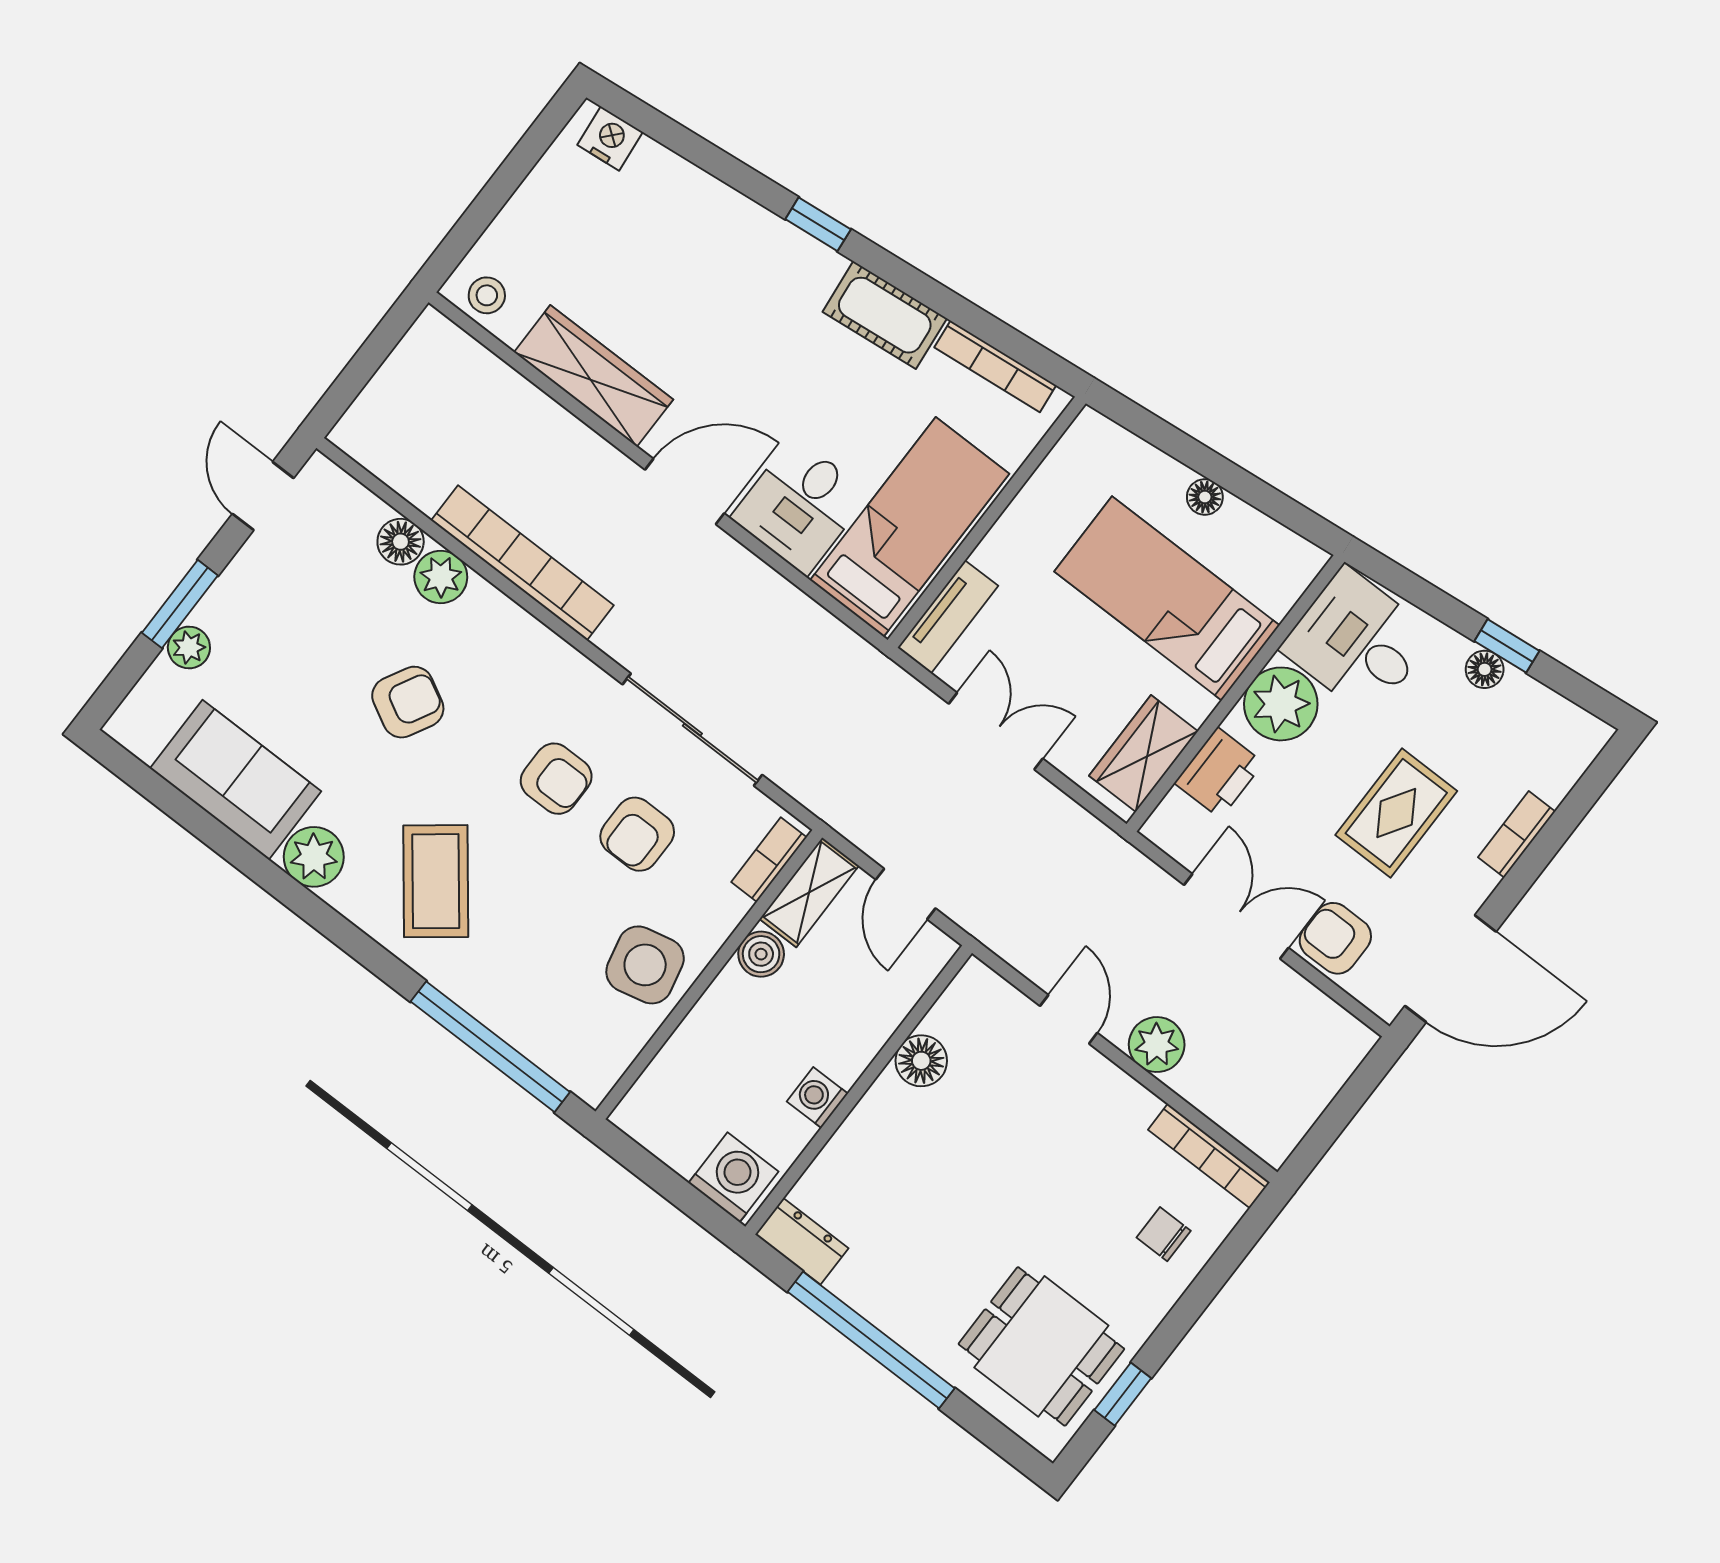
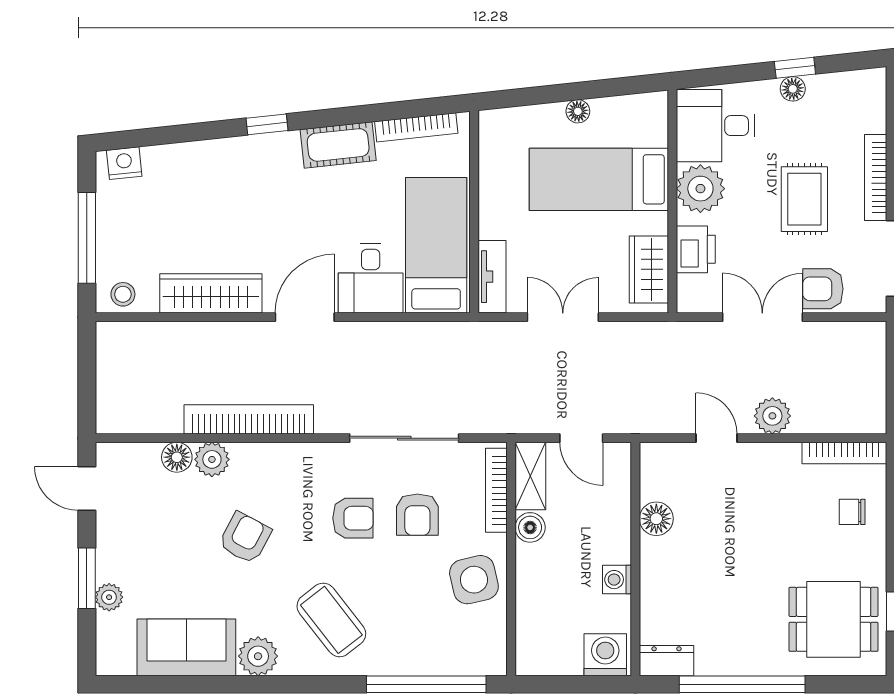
window: (496, 194) -> (87, 238), added
bookcase: (1517, 834) -> (876, 177), width x1.56
bookcase: (769, 860) -> (496, 490), width x1.56

